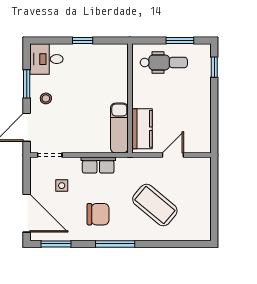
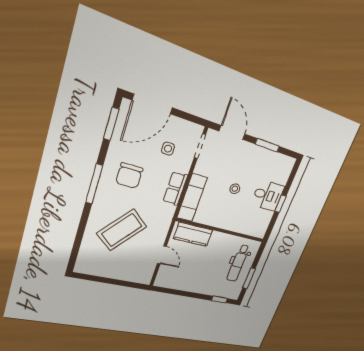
desk: (46, 59) -> (268, 195), moved, turned 90
stool: (46, 98) -> (235, 189), moved
exam couch: (119, 128) -> (192, 198), moved, turned 90

